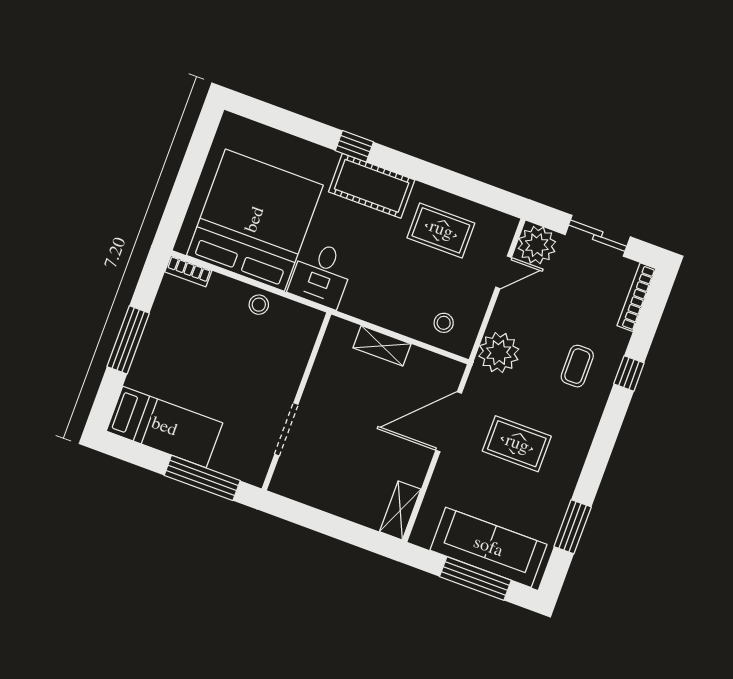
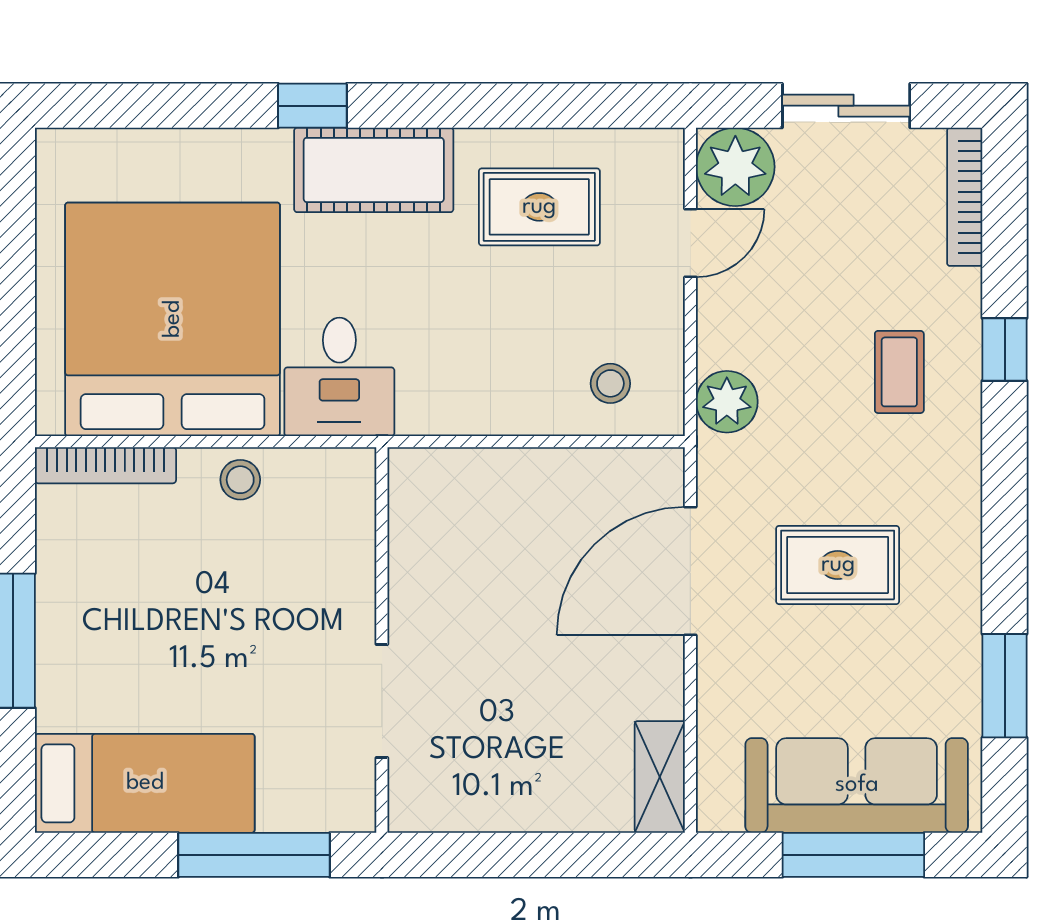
bookcase: (188, 271) -> (105, 465), width x1.56
shelving: (382, 346) -> (508, 472), removed
plant: (499, 353) -> (727, 402), width x0.73, depth x0.73

